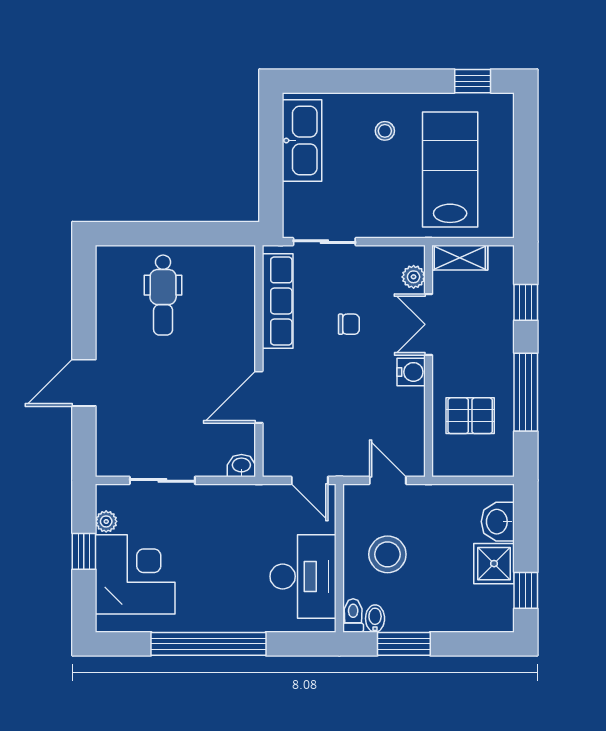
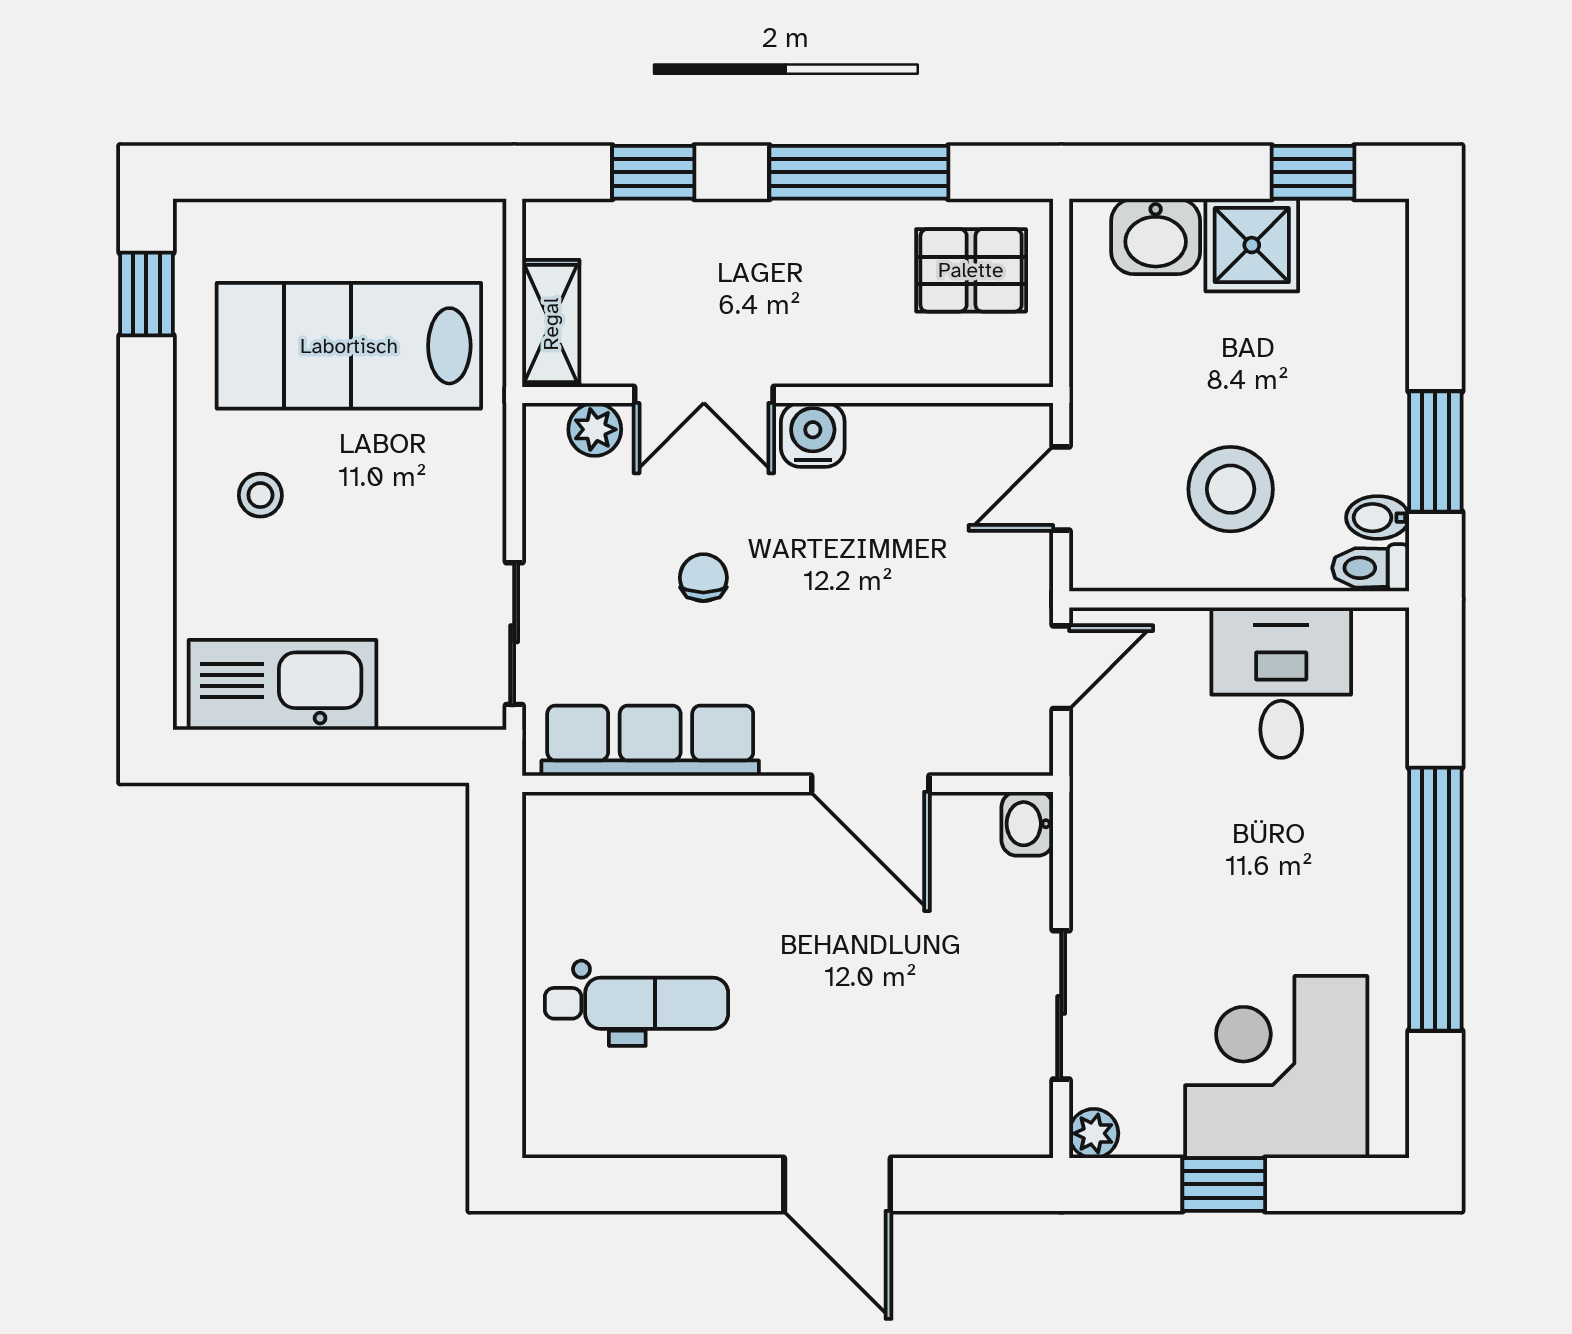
pallet: (470, 416) -> (971, 270), moved, turned 90
plant: (106, 521) -> (1094, 1133), moved
desk: (303, 576) -> (1281, 683), width x0.73

